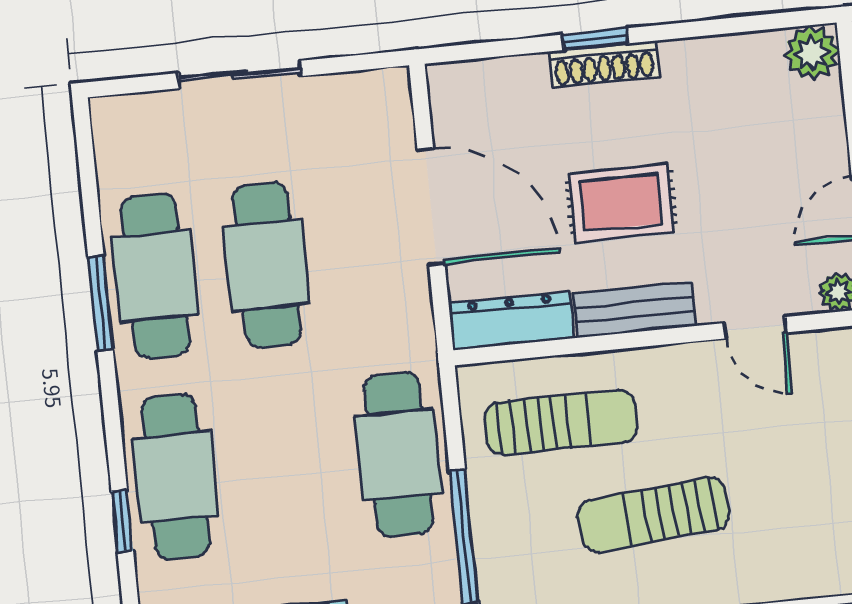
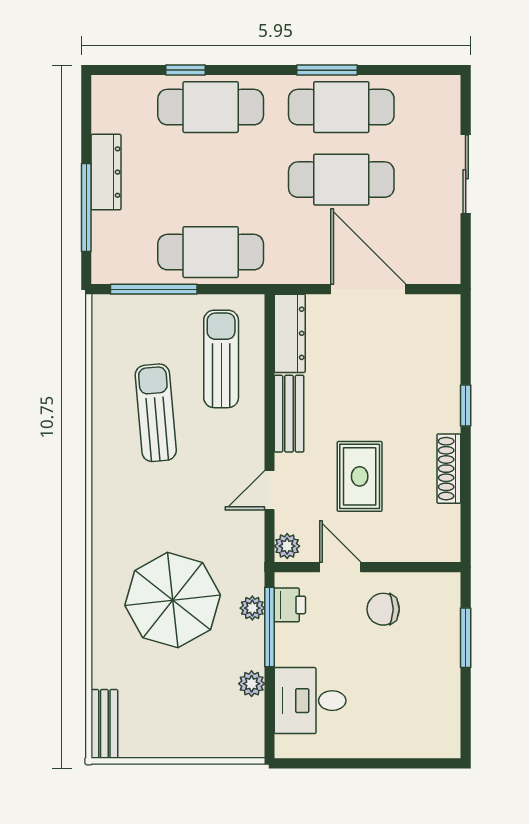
plant: (812, 53) -> (443, 544), removed
shoe rack: (604, 64) -> (449, 469), moved
rug: (621, 203) -> (360, 476), moved
door: (431, 207) -> (368, 289), swing flipped
sun lounger: (561, 422) -> (221, 359), turned 180

